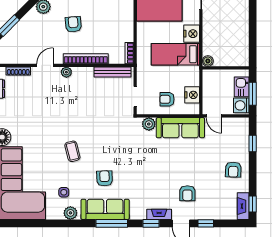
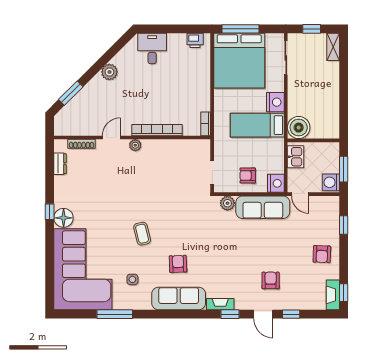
armchair: (73, 24) -> (143, 92), removed
boiler: (208, 61) -> (299, 128), width x1.86, depth x1.86
bench: (112, 72) -> (187, 145), removed
kitchen sink: (242, 87) -> (296, 157), moved, turned 180
nightstand: (192, 95) -> (276, 183), moved
armchair: (187, 193) -> (271, 280), turned 180
plant: (70, 213) -> (140, 303), removed
fireplace: (159, 214) -> (220, 304), moved
window: (112, 223) -> (115, 314), moved

